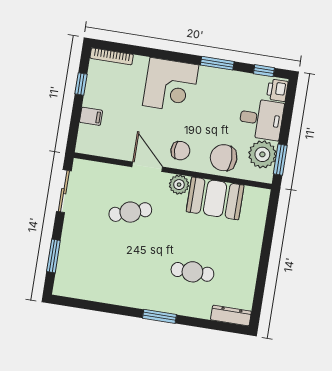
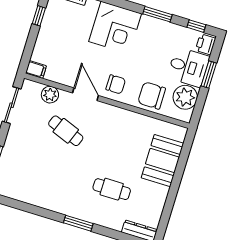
filing cabinet: (91, 116) -> (36, 70), moved
window: (280, 160) -> (209, 75), moved
plant: (179, 185) -> (50, 95), moved
booth: (215, 198) -> (162, 161), moved, turned 90
cafe table: (130, 212) -> (66, 131), turned 39

